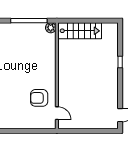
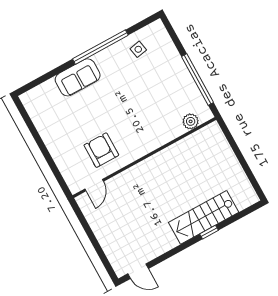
plant: (51, 28) -> (191, 121), moved
stairs: (80, 31) -> (204, 217), moved, turned 90

